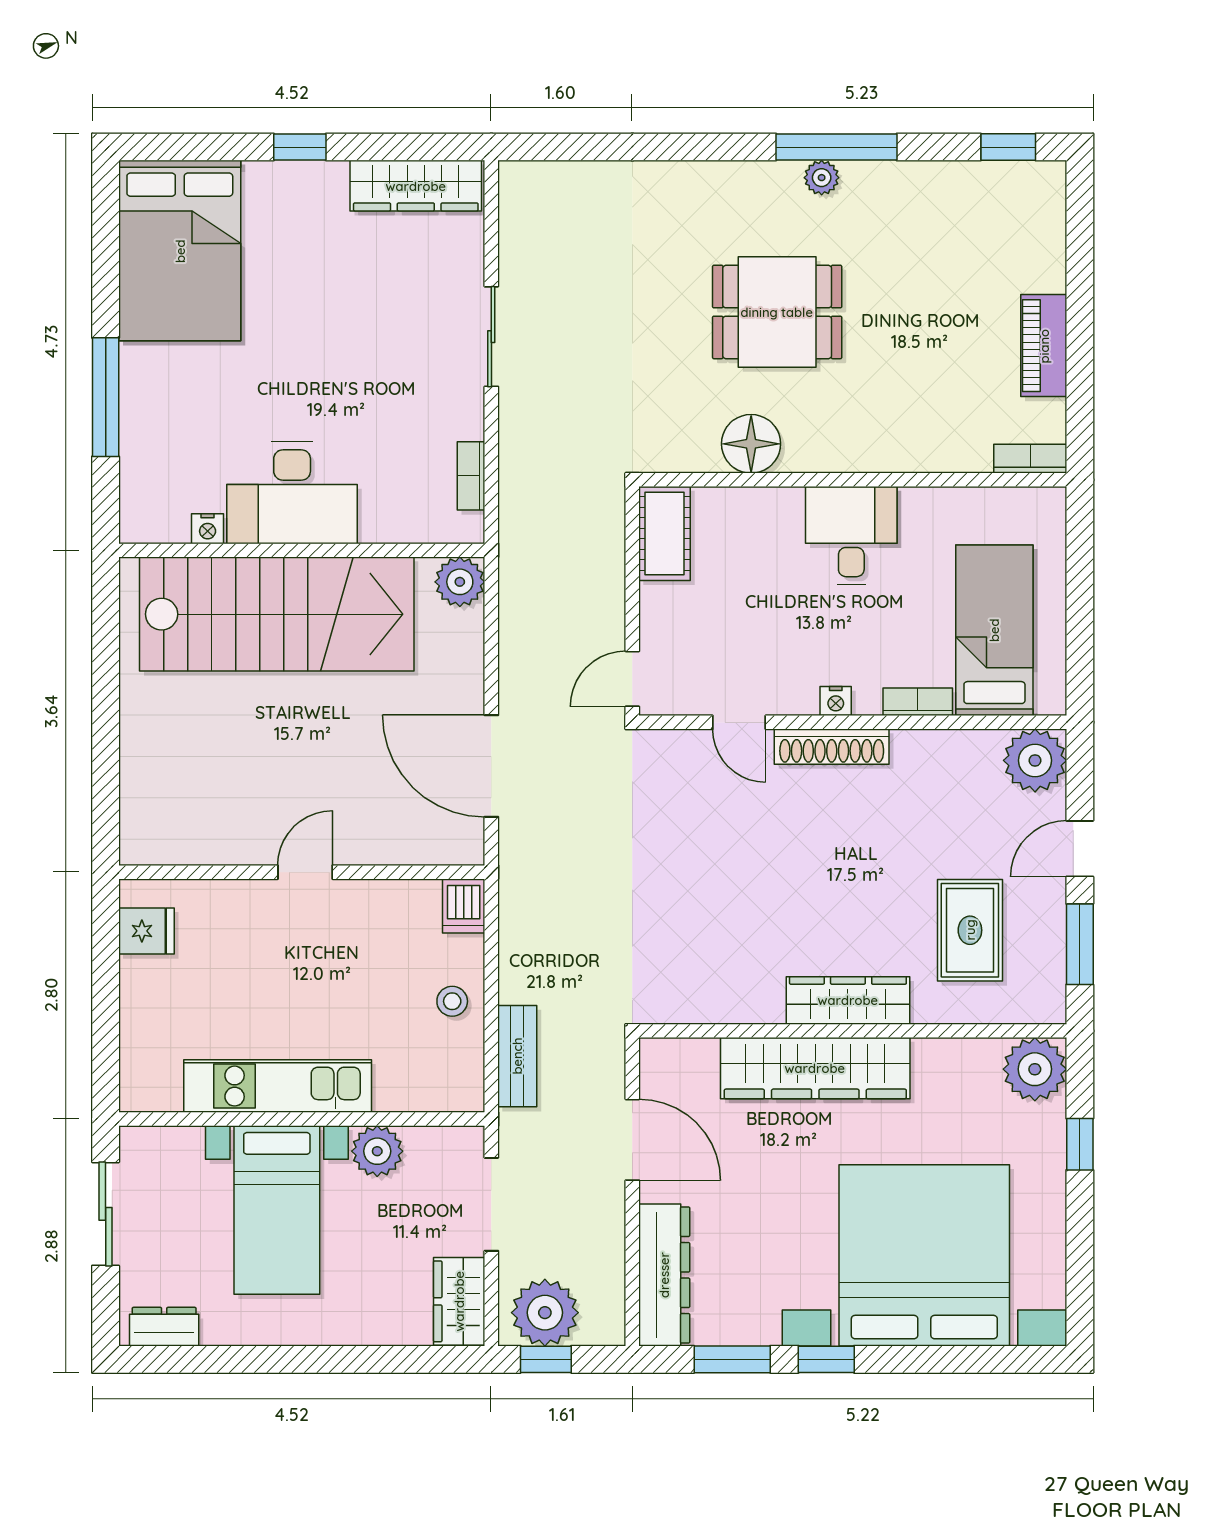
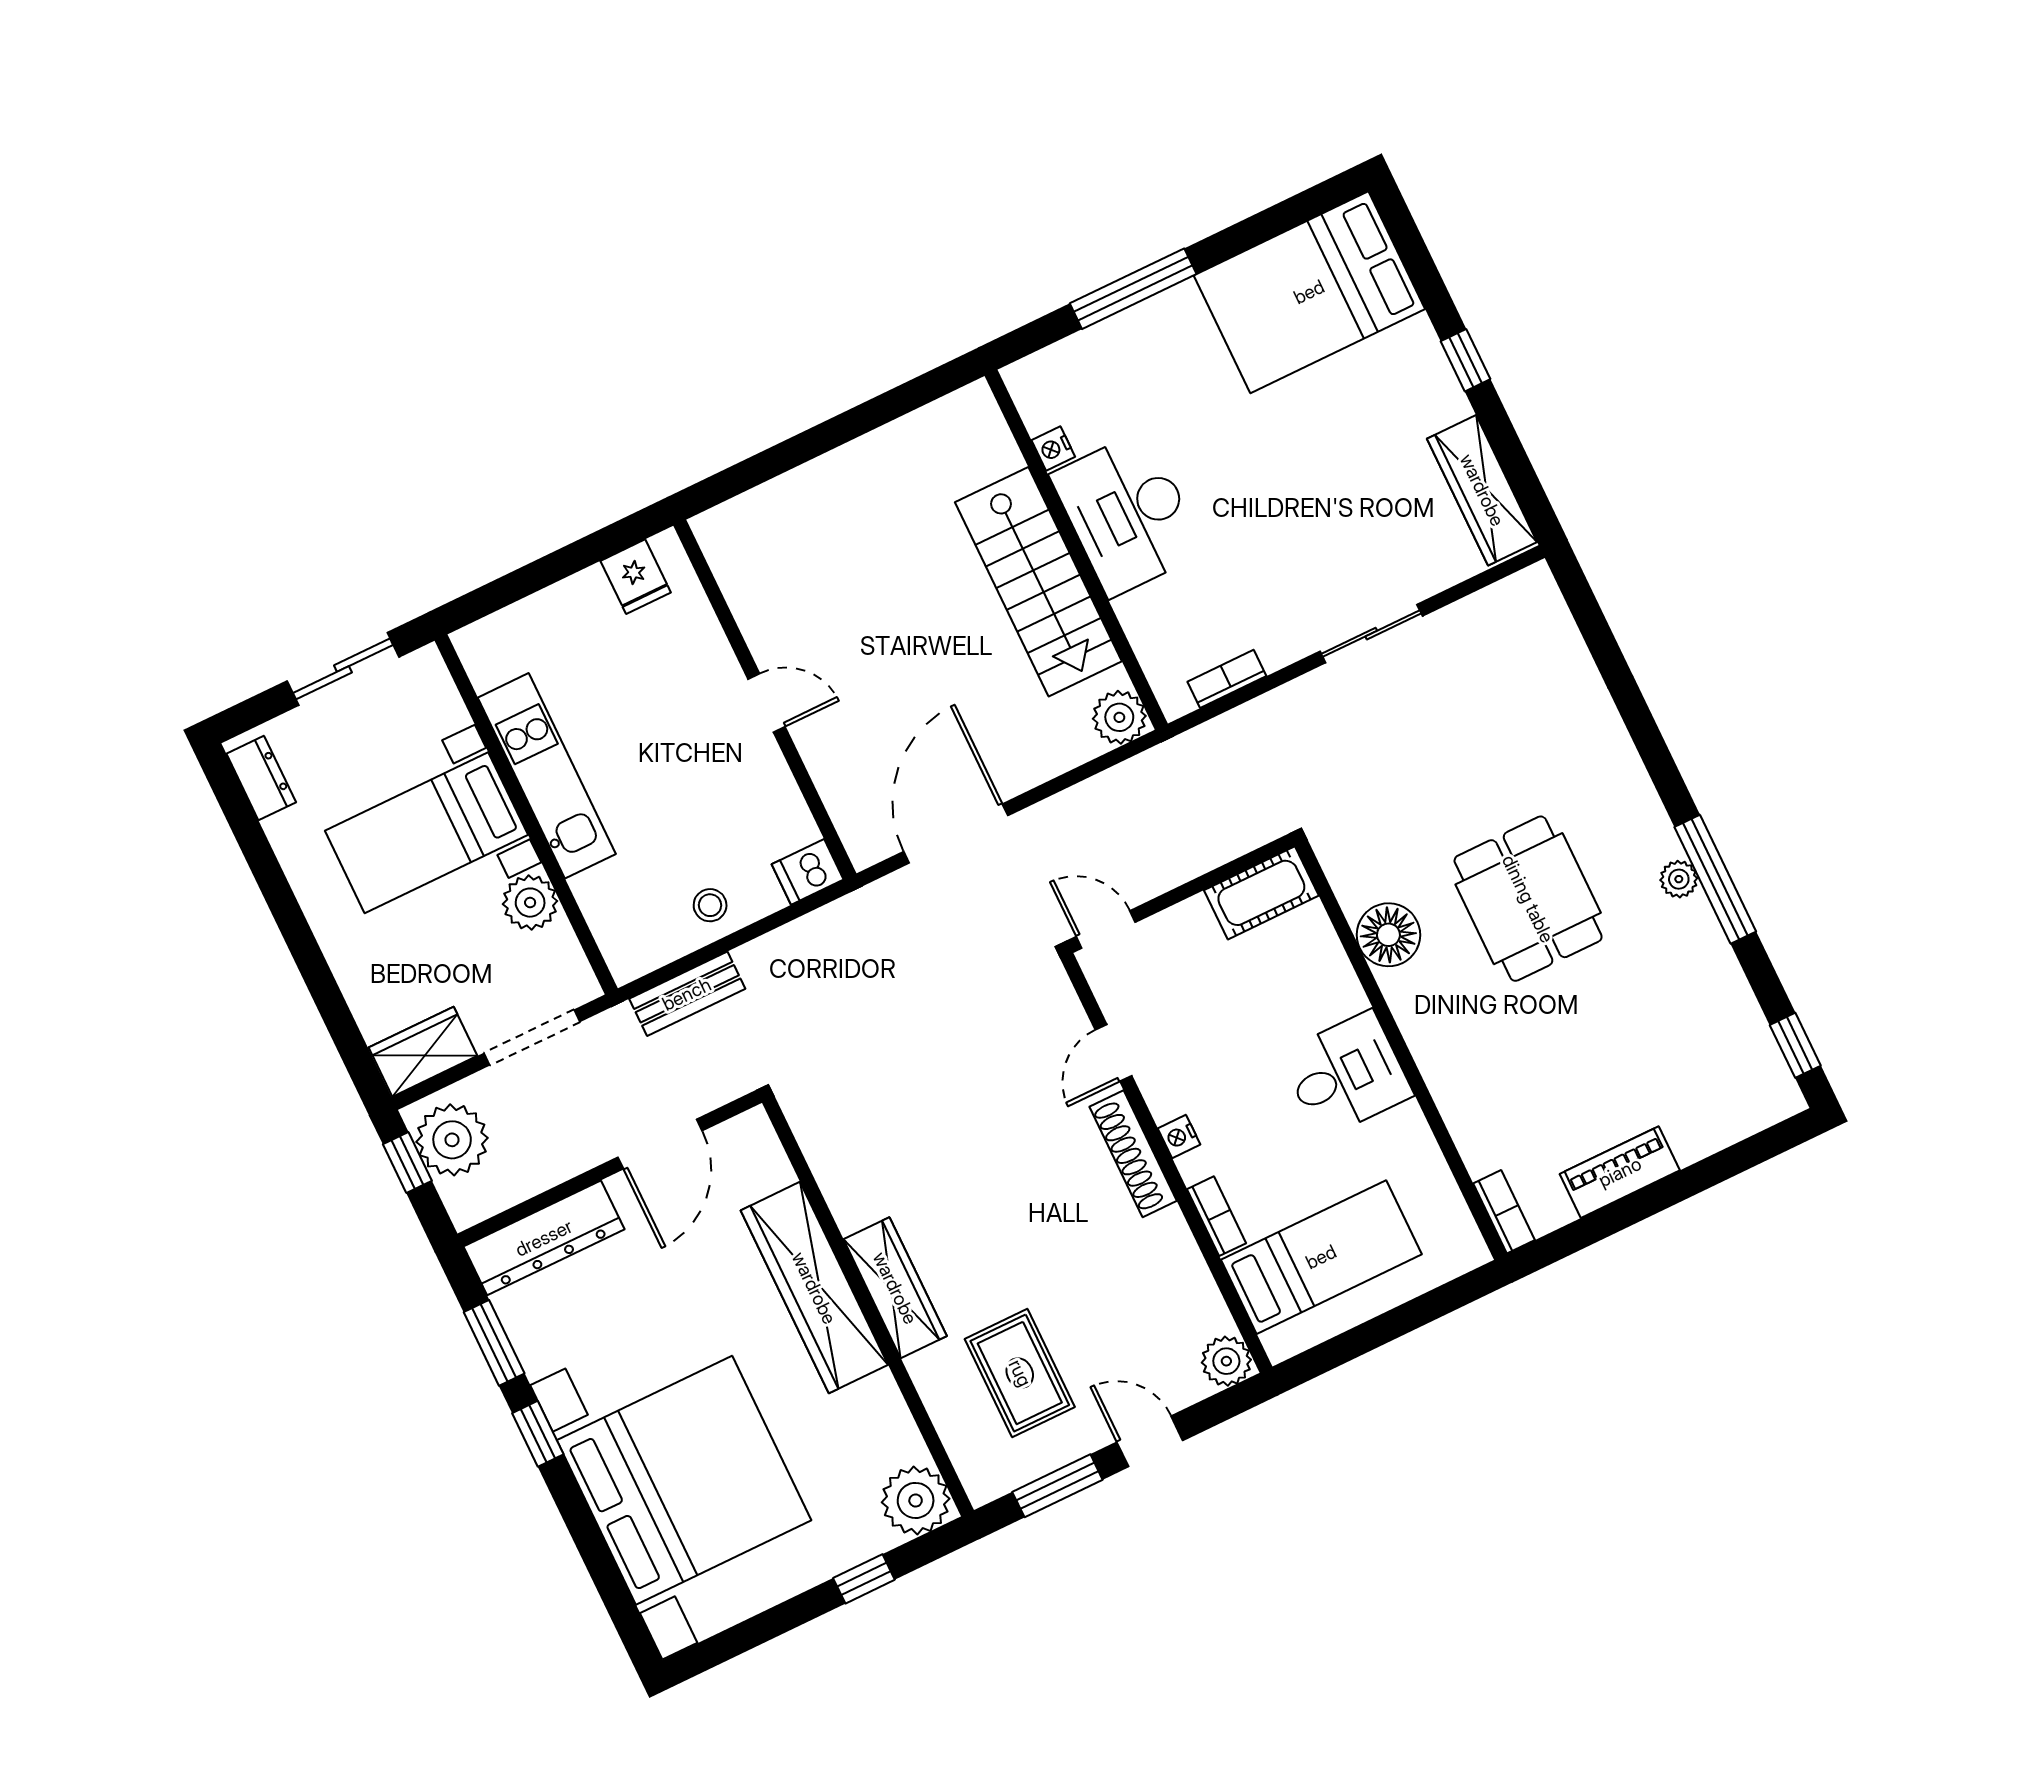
stairs: (277, 614) -> (1038, 582), width x0.73, depth x0.66
plant: (1035, 760) -> (1226, 1361), width x0.73, depth x0.73
rug: (970, 930) -> (1020, 1373), turned 90

